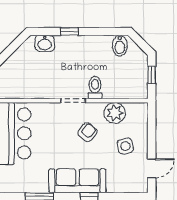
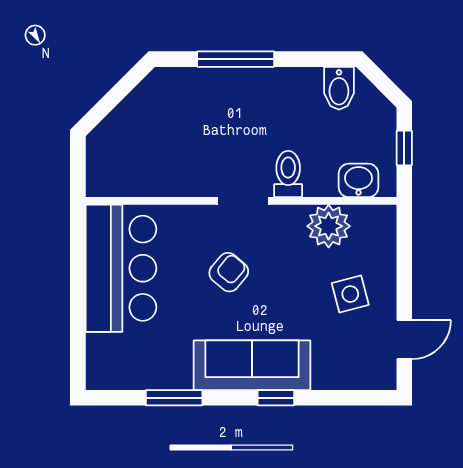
window: (69, 31) -> (236, 59), width x2.17
washbasin: (45, 43) -> (358, 180), moved, turned 180
armchair: (87, 132) -> (229, 272), moved

